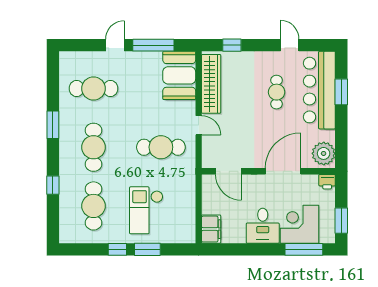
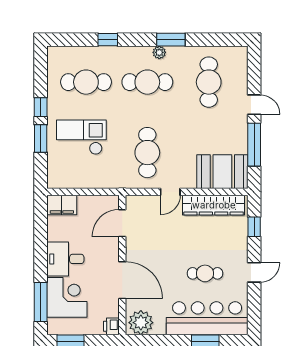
door: (290, 45) -> (254, 272), moved
plant: (65, 136) -> (159, 52), added

